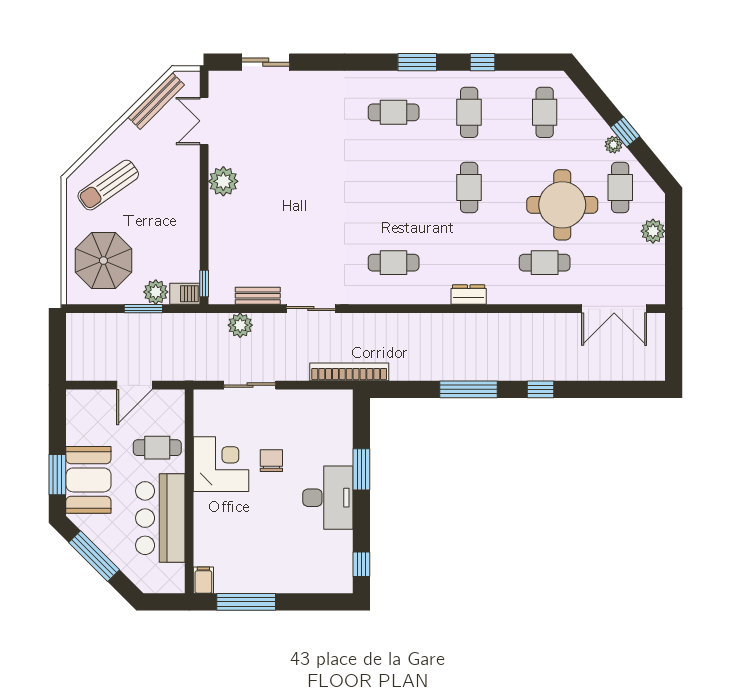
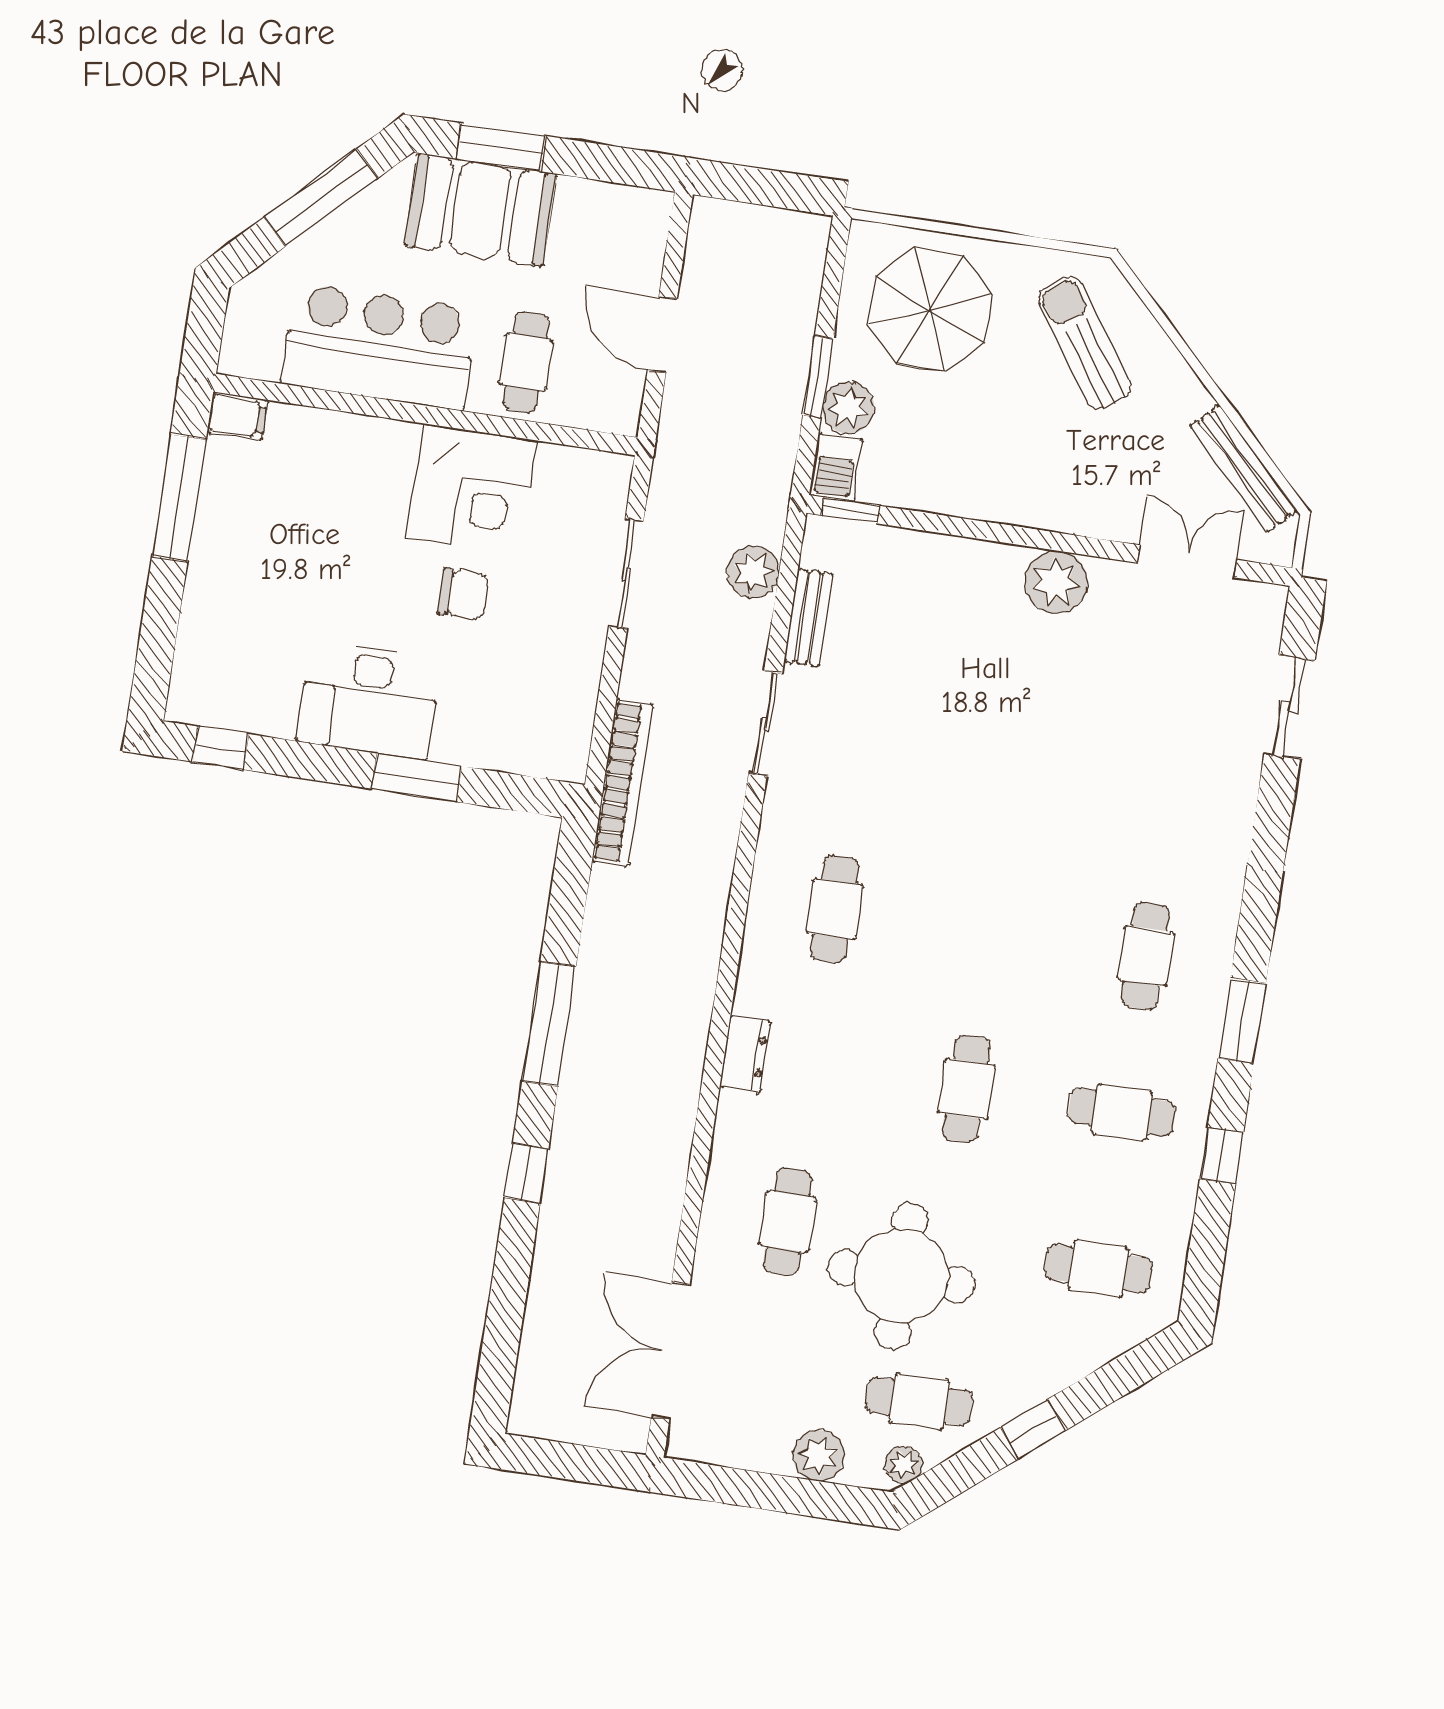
plant: (613, 145) -> (903, 1464), moved
cafe table: (469, 187) -> (966, 1089), turned 90

